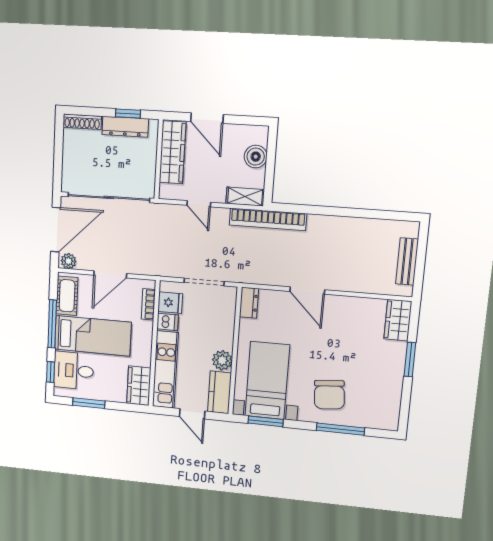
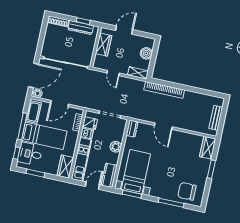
door: (207, 118) -> (124, 30), swing flipped
wardrobe: (173, 152) -> (104, 45), width x0.67
bookcase: (268, 219) -> (164, 90), moved
plant: (222, 360) -> (116, 147), moved
chair: (329, 395) -> (187, 191), moved, turned 95
door: (192, 414) -> (92, 186), swing flipped

